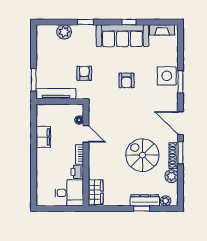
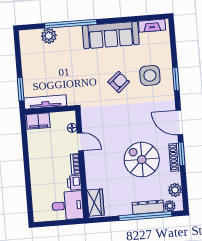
window: (86, 22) -> (71, 24), width x3.17
window: (129, 22) -> (117, 20), removed
armchair: (84, 73) -> (73, 78), removed
side table: (167, 76) -> (150, 75), moved
armchair: (127, 80) -> (119, 82), turned -131
filing cabinet: (43, 137) -> (38, 121), moved, turned 90
plant: (171, 176) -> (175, 190), moved
window: (142, 209) -> (145, 216), width x3.17

